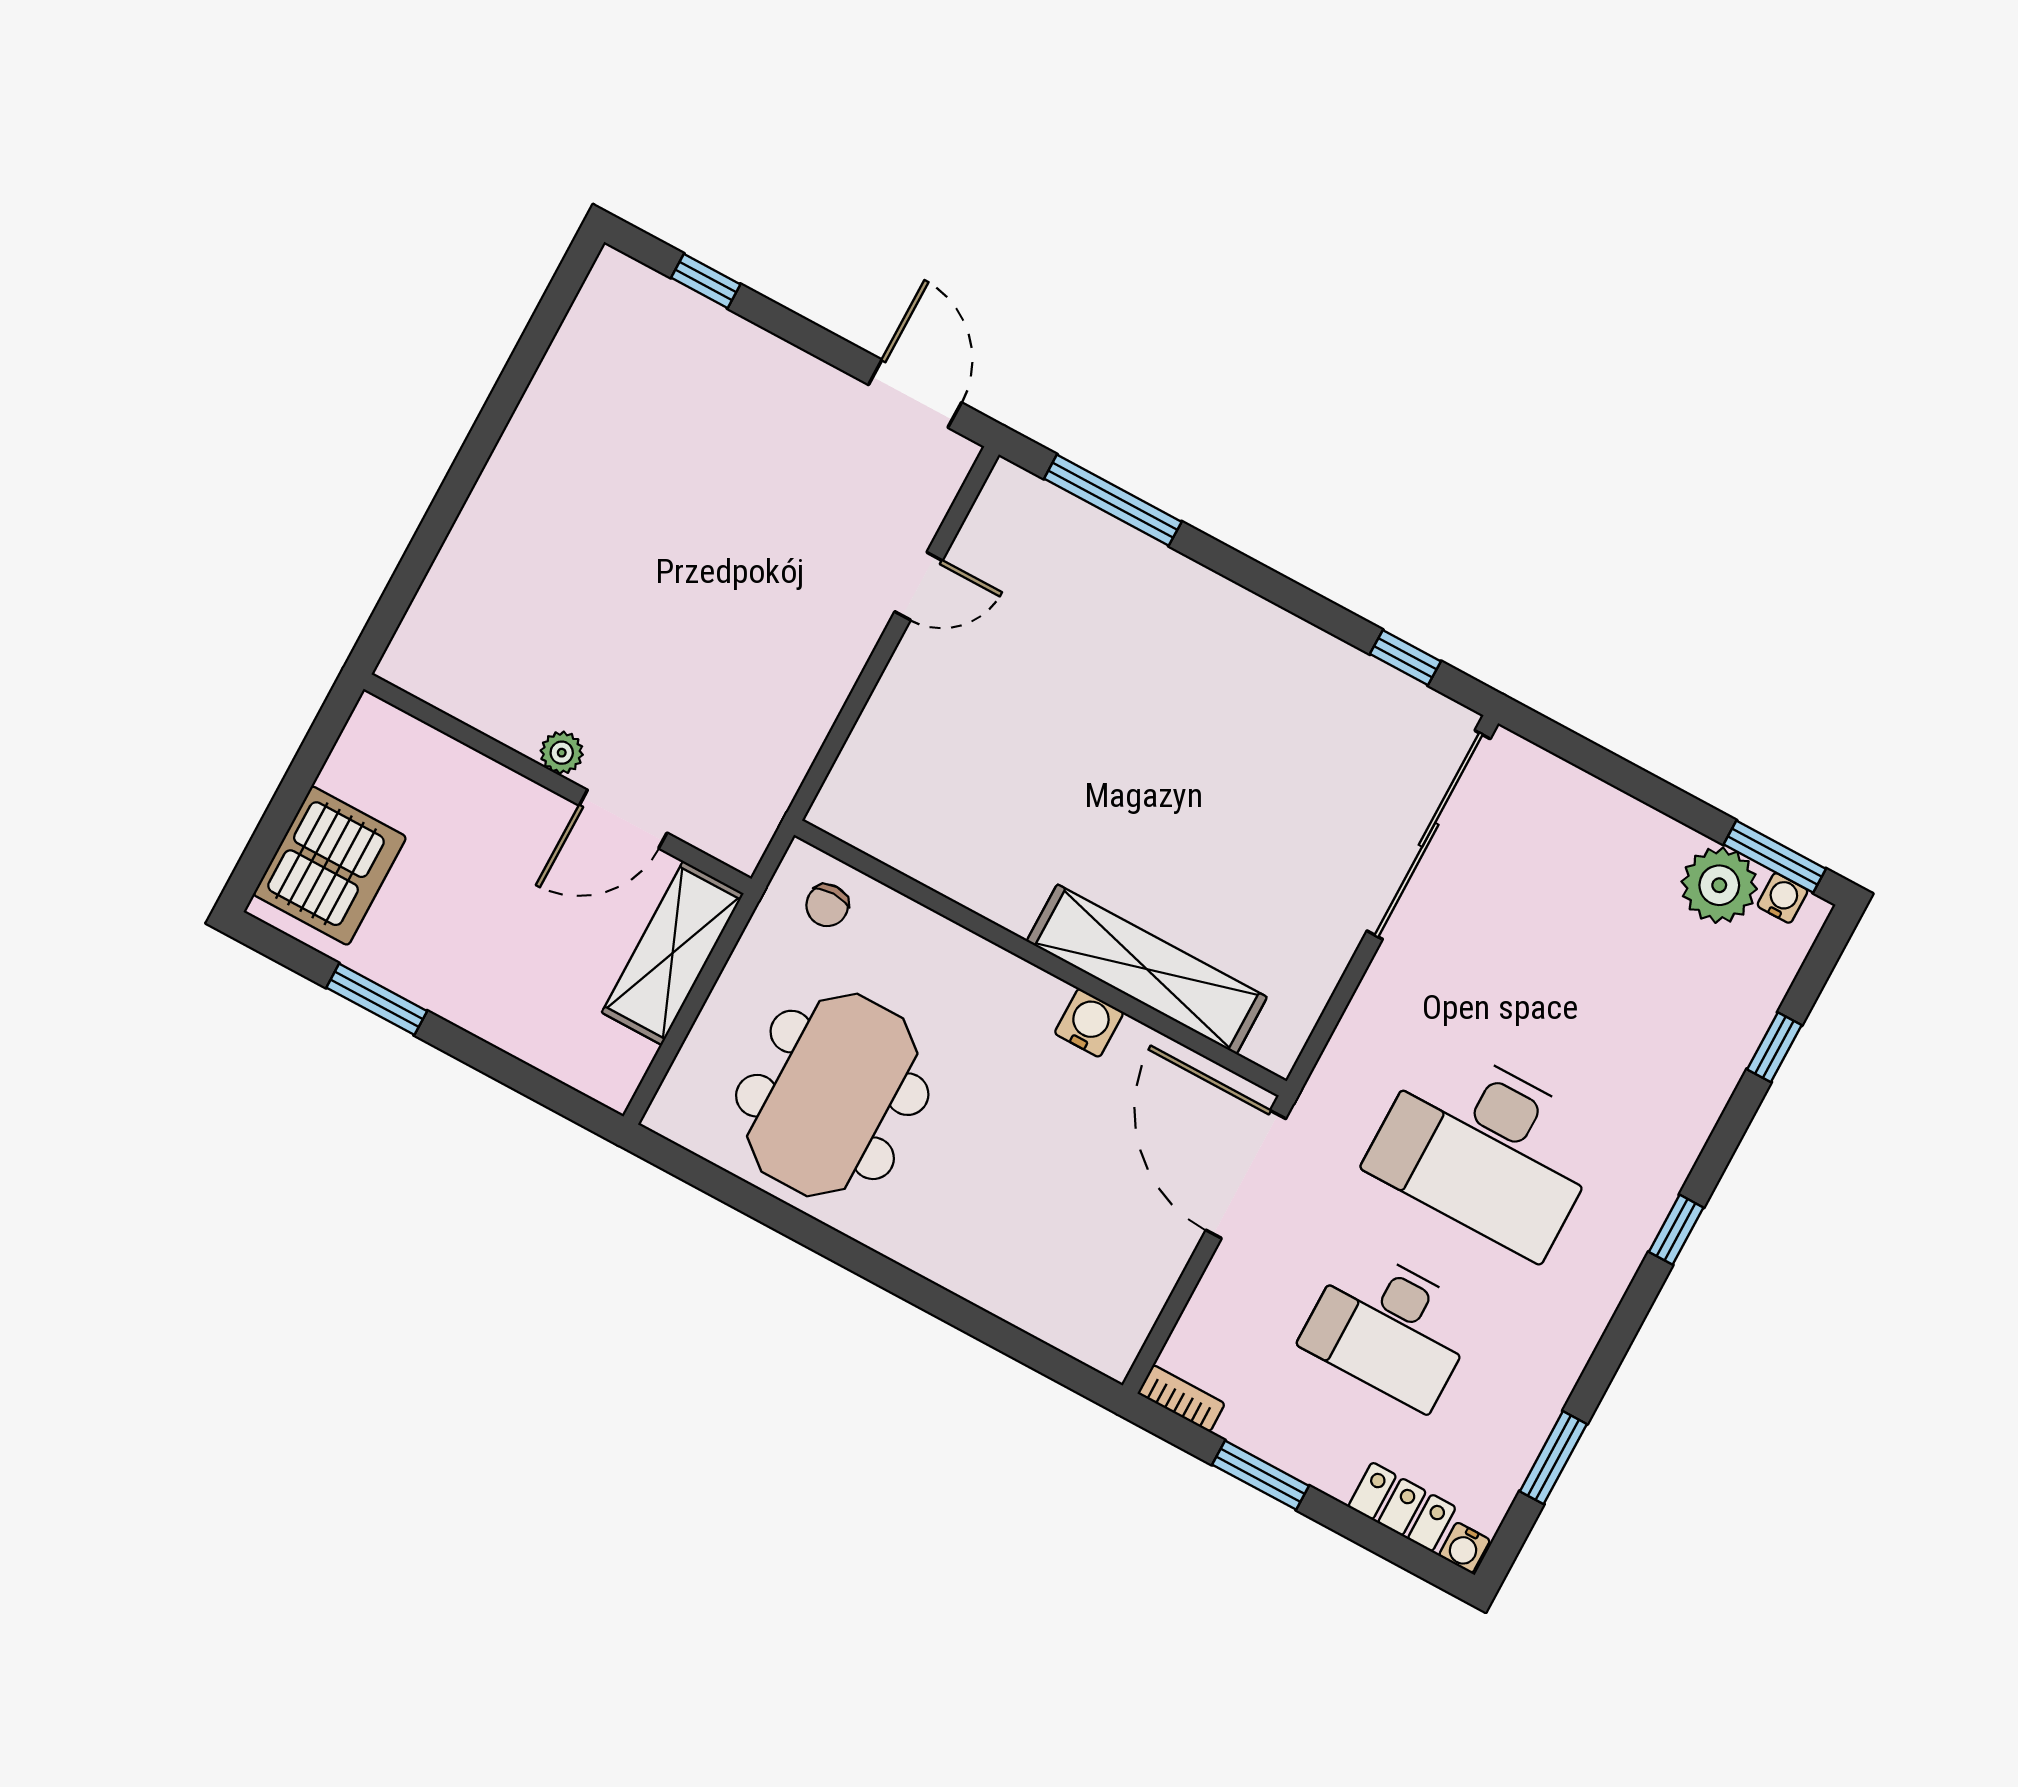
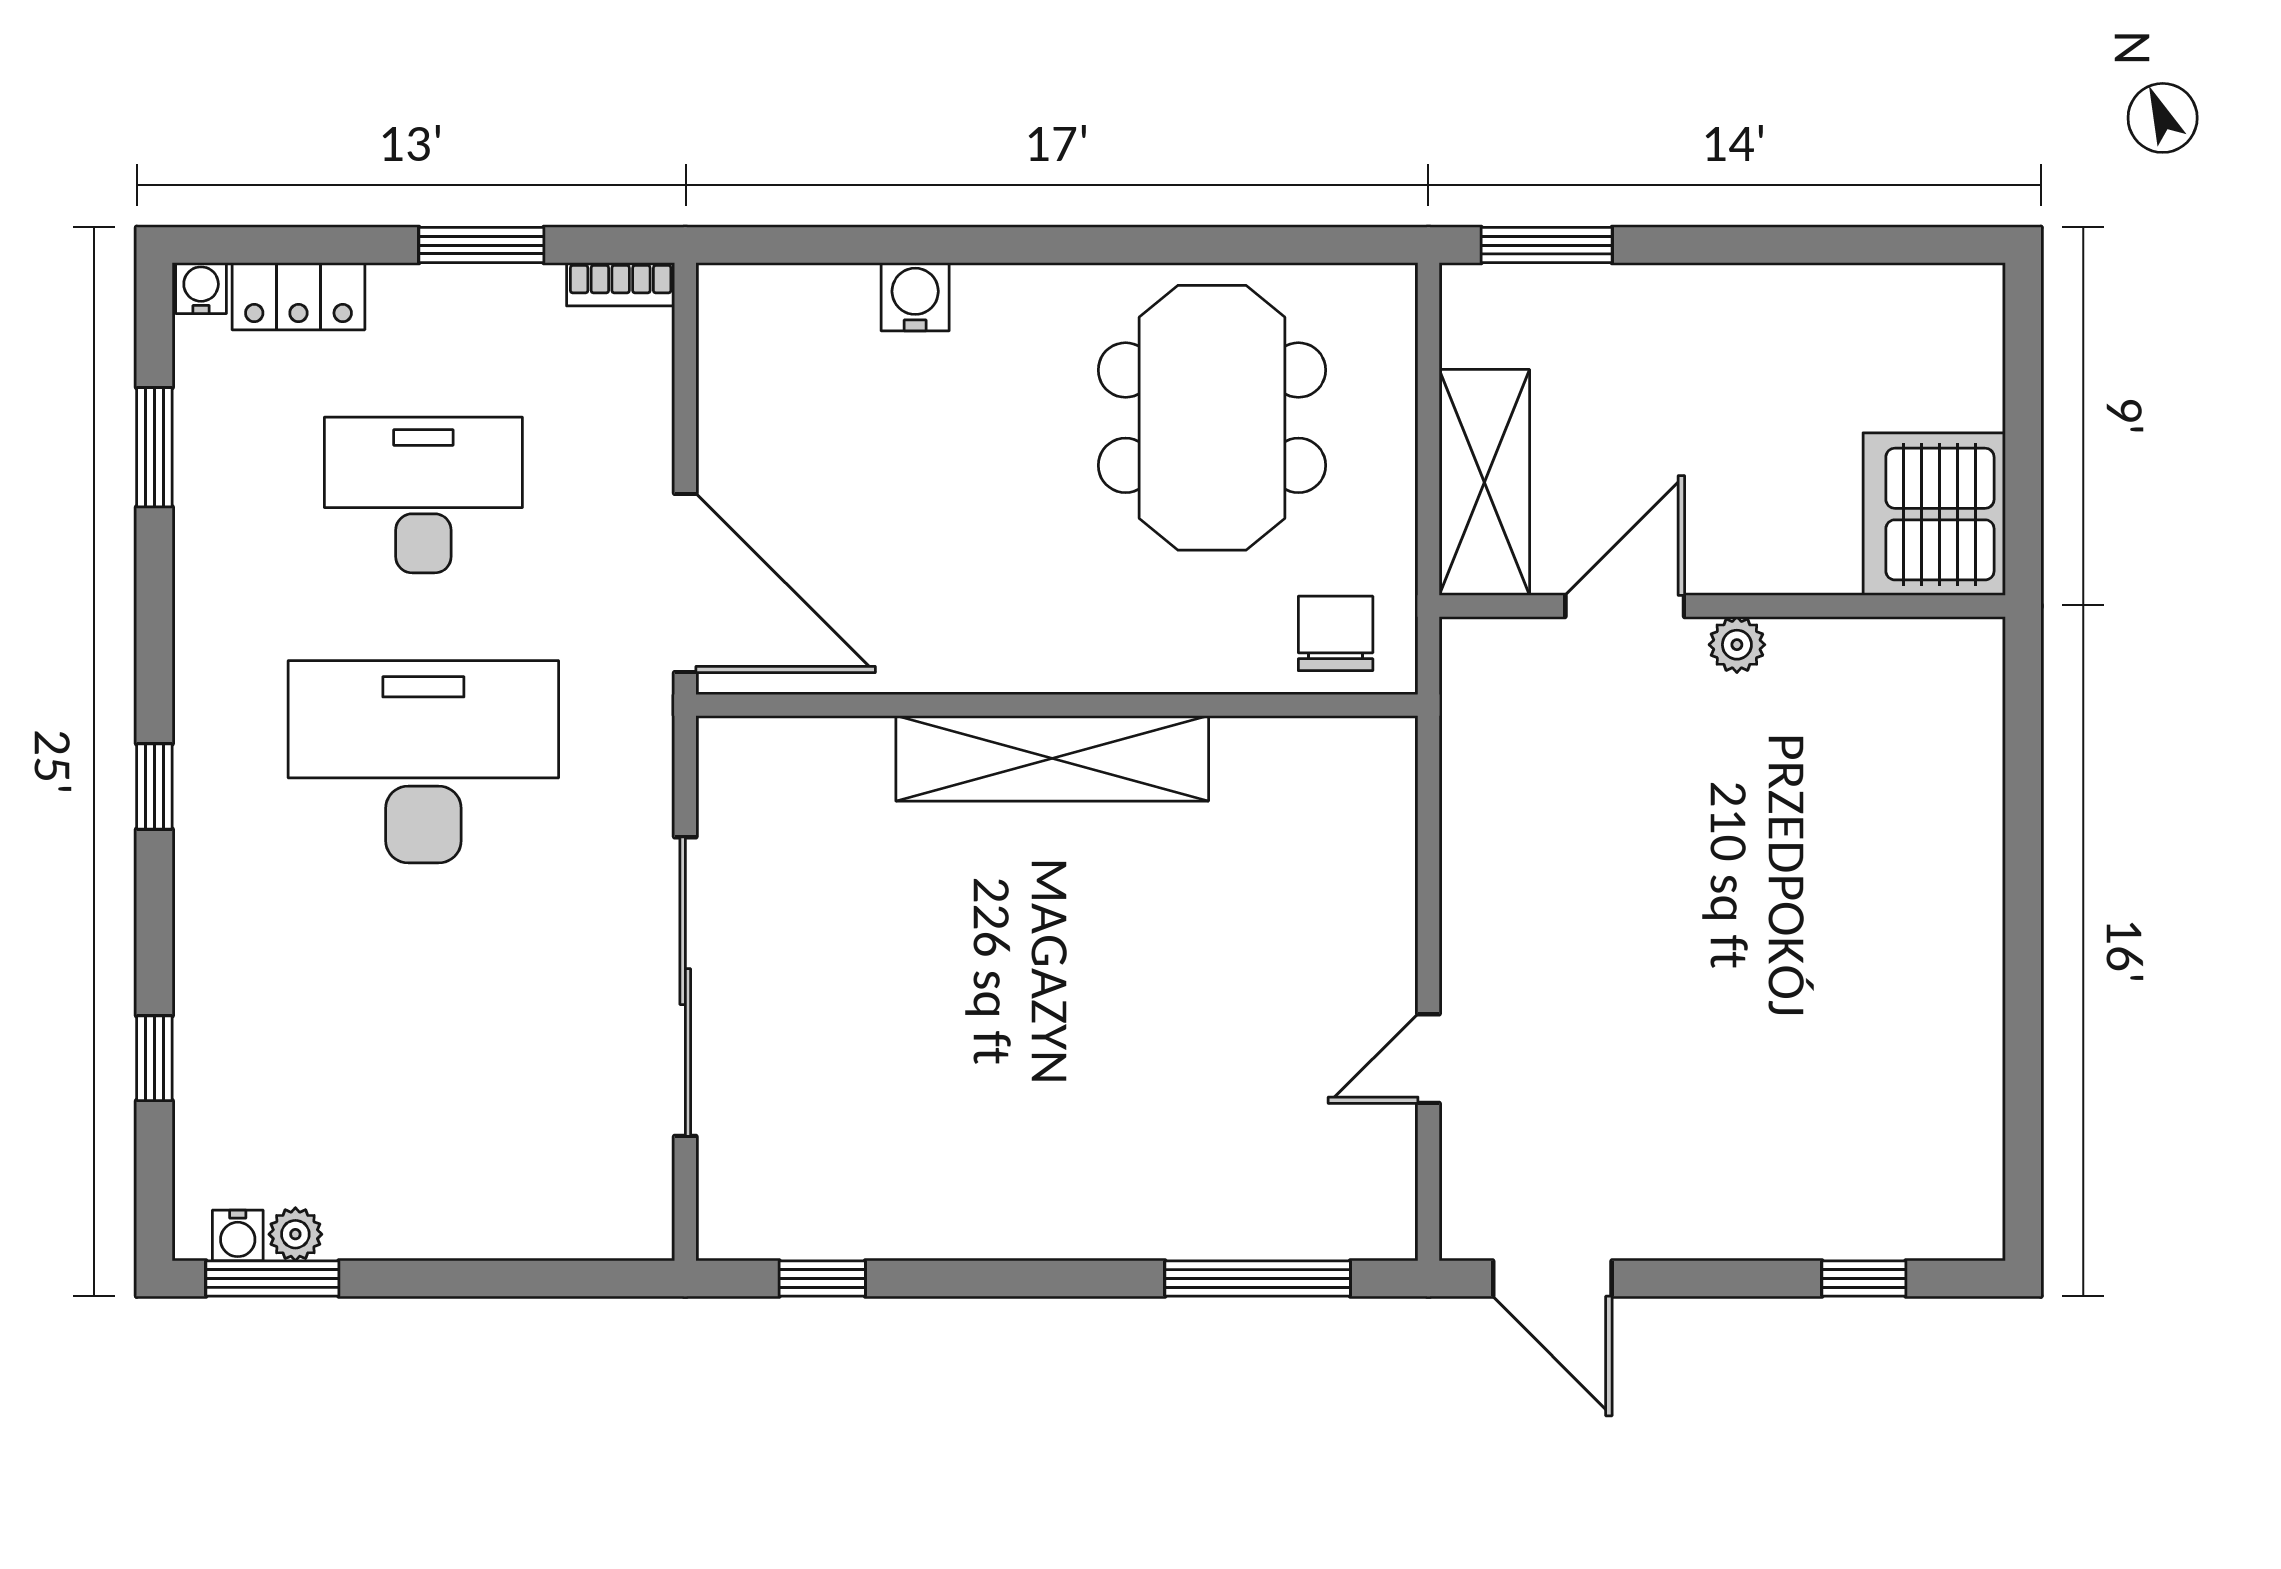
sliding door: (1429, 835) -> (685, 987), moved
server rack: (330, 866) -> (1934, 514), moved
plant: (1719, 885) -> (295, 1234), width x0.53, depth x0.53
chair: (827, 905) -> (1336, 633), width x1.37, depth x1.37
shelving: (1147, 969) -> (1052, 758), moved
window: (377, 999) -> (1547, 245), moved
water cooler: (1089, 1023) -> (915, 297), moved, turned 180

